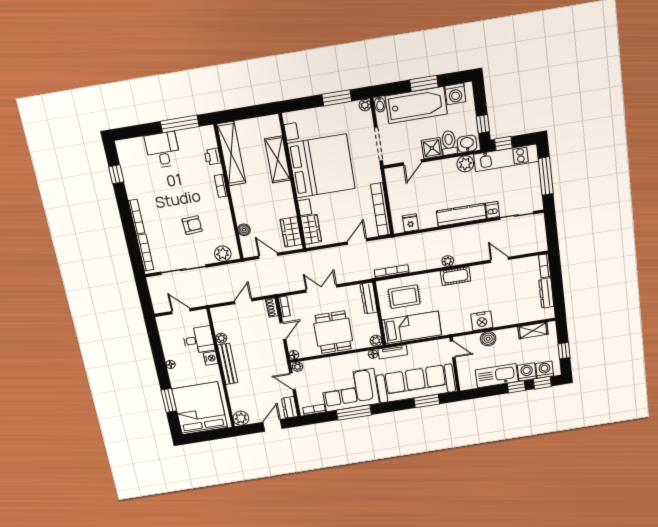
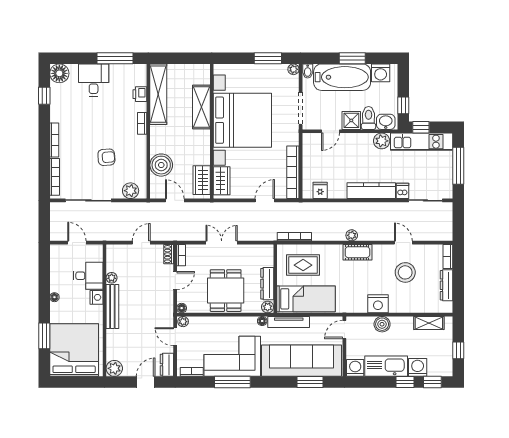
floor lamp: (126, 149) -> (59, 73), added
boiler: (244, 230) -> (161, 165), width x1.86, depth x1.86
stool: (505, 288) -> (405, 272), added
dresser: (369, 298) -> (267, 284), moved
door: (453, 349) -> (344, 329), swing flipped
tv unit: (393, 352) -> (289, 322), width x1.41
washing machine: (545, 370) -> (355, 368), moved

